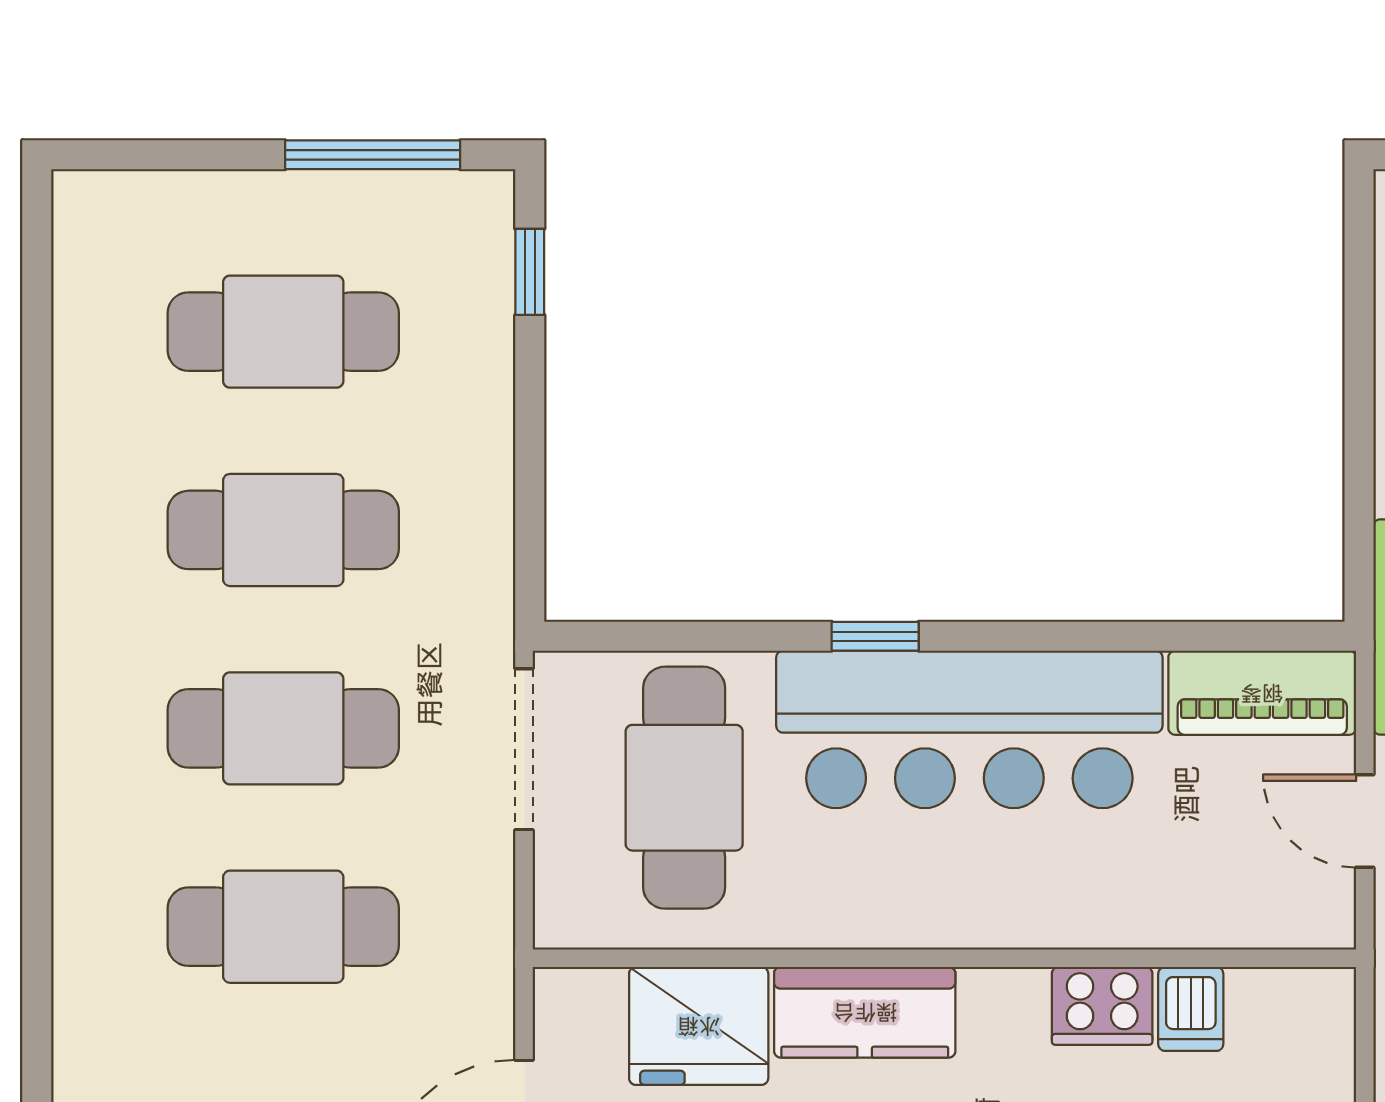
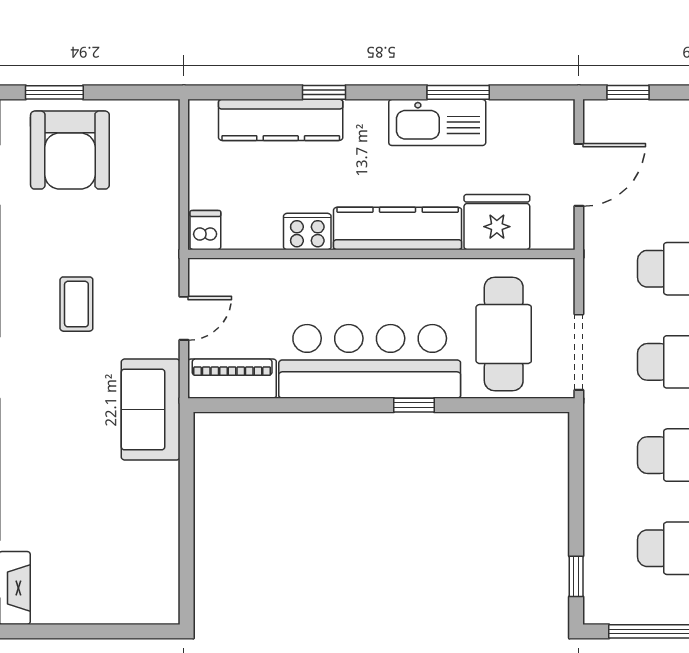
door: (1365, 821) -> (184, 318), hinge flipped
dishwasher: (1191, 1009) -> (205, 230), moved
kitchen counter: (865, 1012) -> (398, 228), width x1.50

